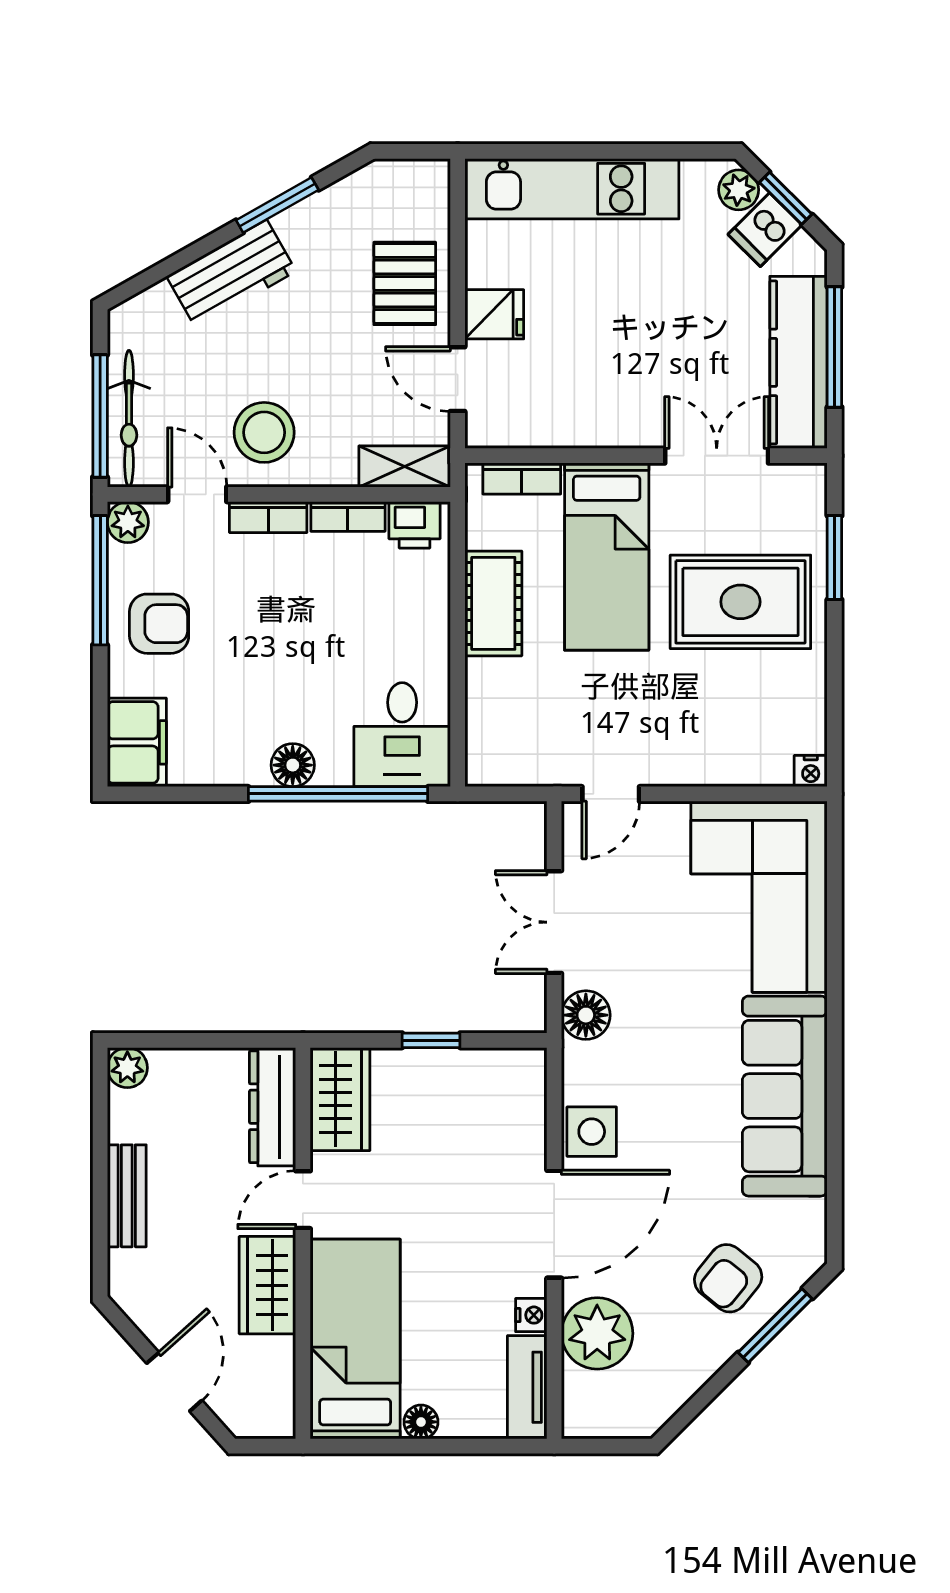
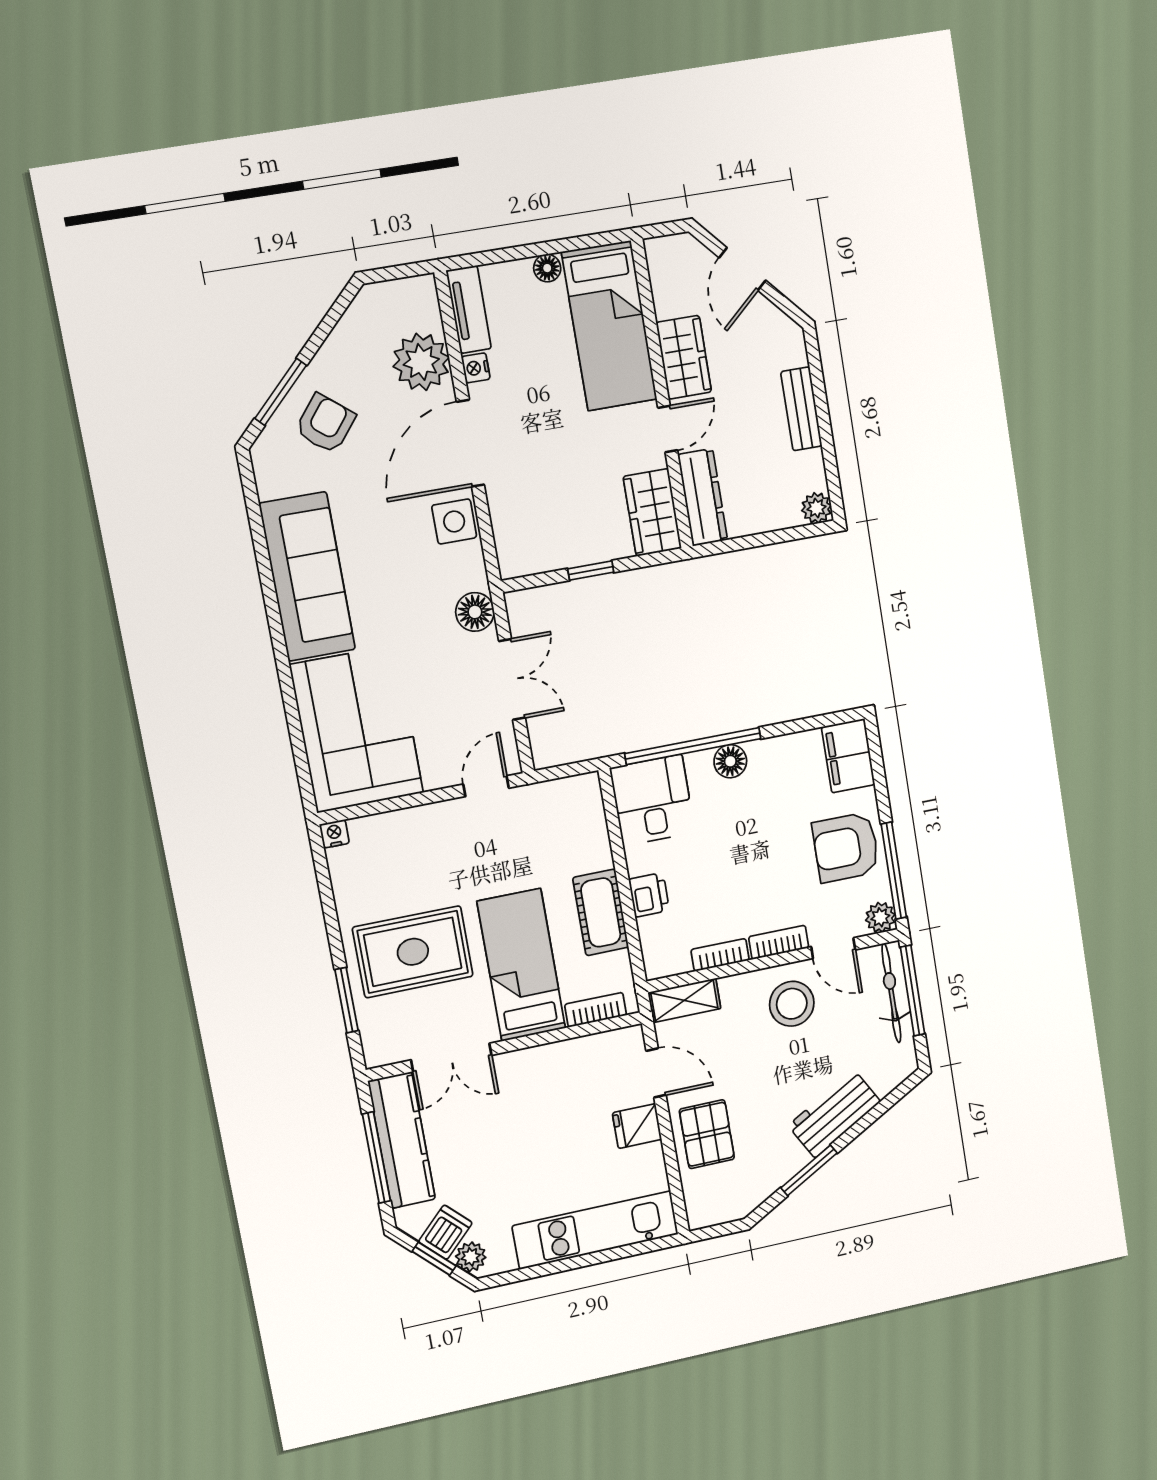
printer: (414, 525) -> (649, 895), moved, turned 90
armchair: (159, 624) -> (846, 847), width x1.38, depth x1.38

